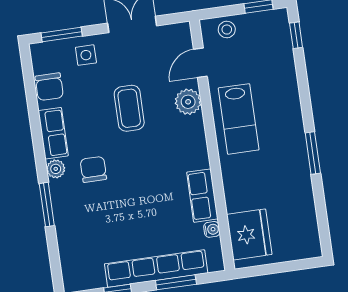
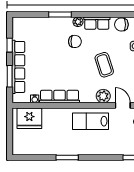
coffee table: (129, 108) -> (104, 65), turned 72
row of seats: (202, 196) -> (60, 97), width x1.48

